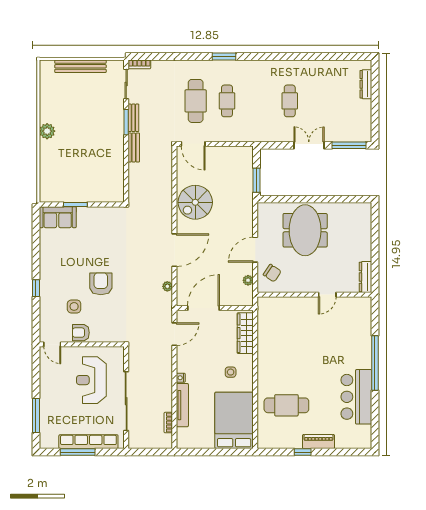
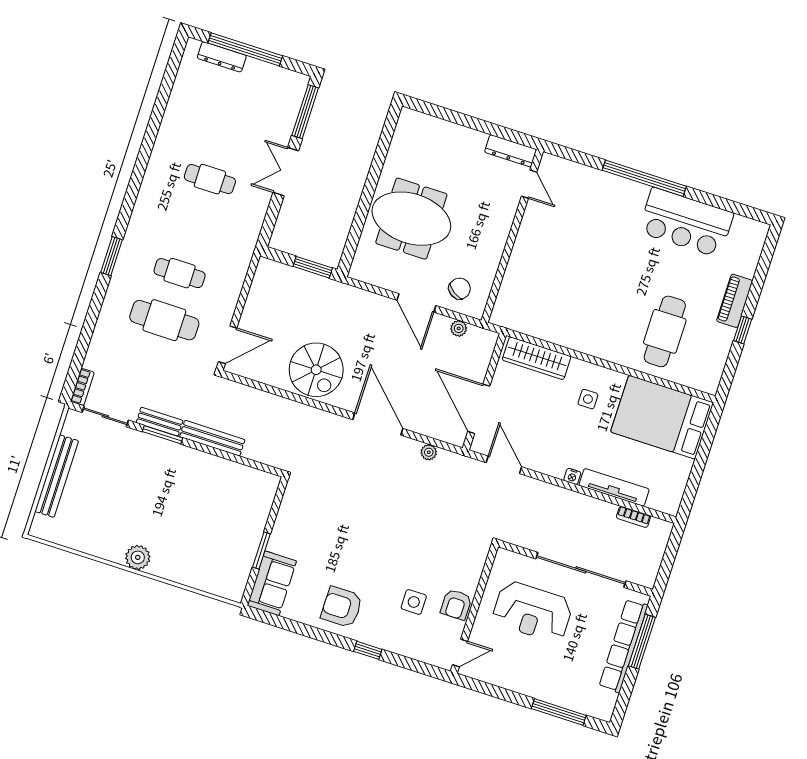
window: (375, 97) -> (245, 49), added
bench: (134, 148) -> (212, 438), width x1.36
armchair: (101, 284) -> (342, 607), moved
door: (327, 295) -> (529, 184), moved
window: (78, 452) -> (642, 642), moved

